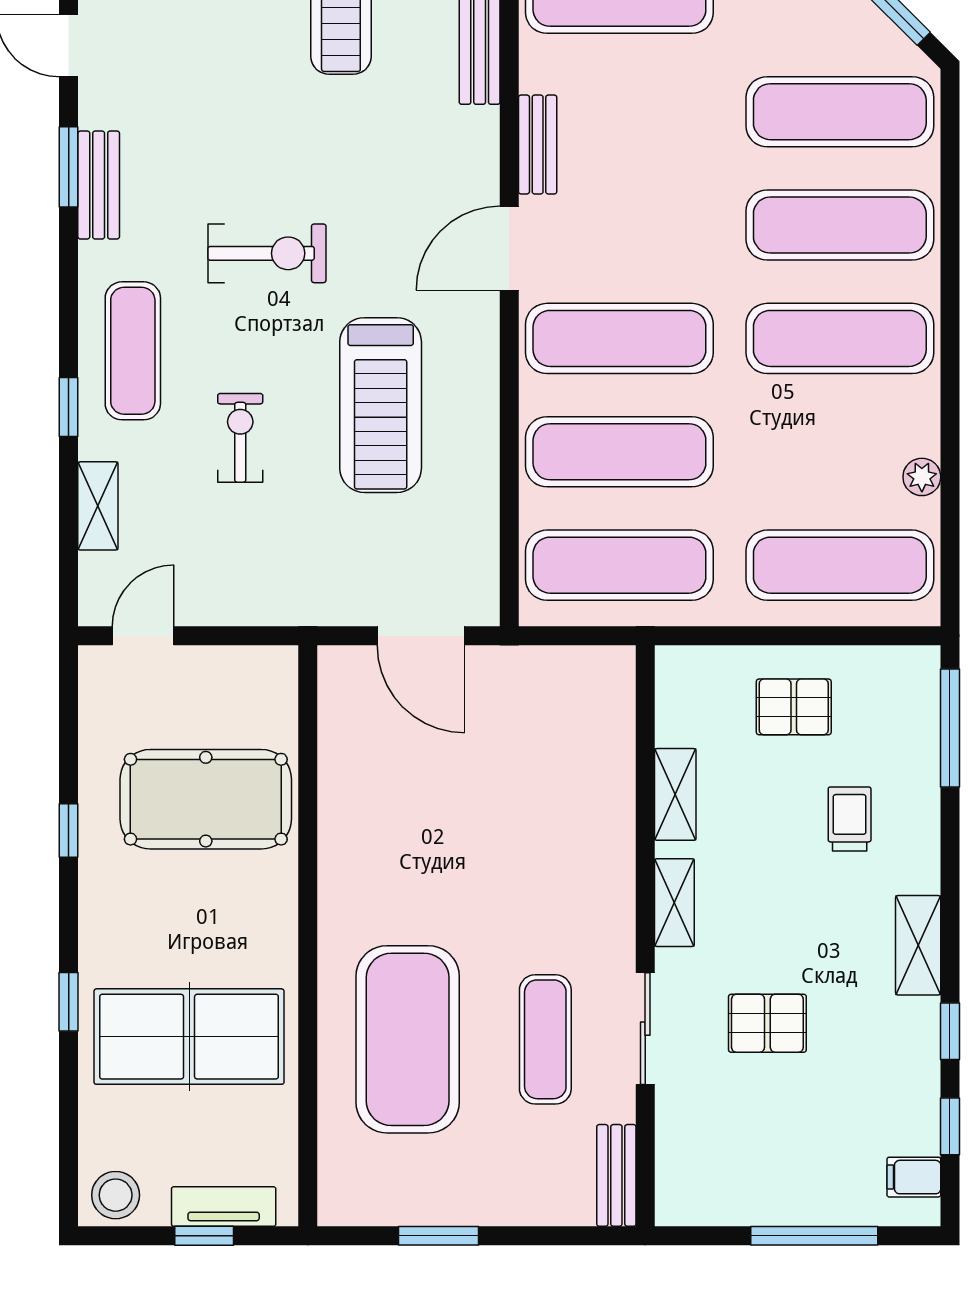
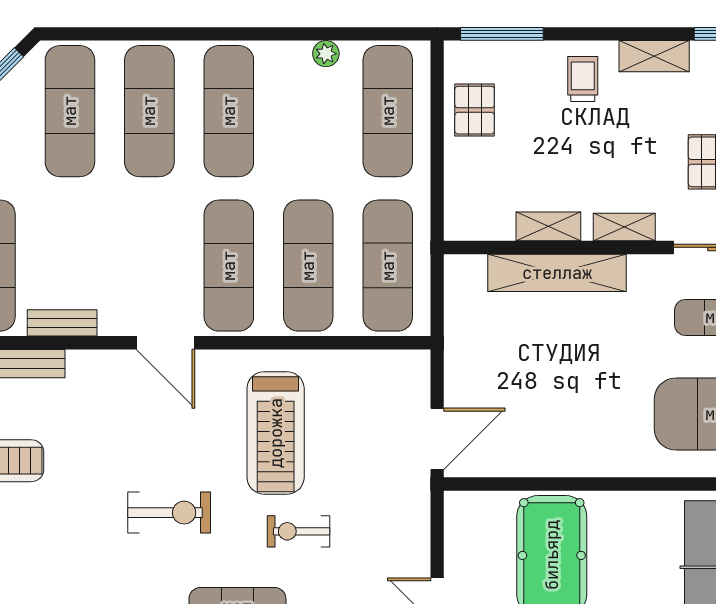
bench: (538, 145) -> (62, 323), moved
exercise bike: (267, 253) -> (169, 513), turned 90
treadmill: (381, 405) -> (276, 433), turned 90
door: (421, 636) -> (437, 439), moved
pallet: (794, 707) -> (475, 110), moved
shelving: (609, 807) -> (557, 273), added
trolley: (850, 819) -> (583, 79), moved, turned 90

